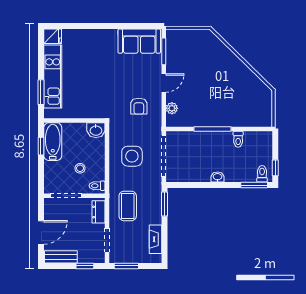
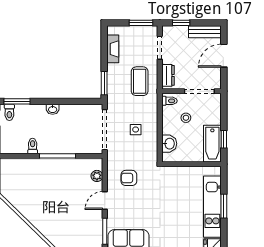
window: (41, 92) -> (224, 206), moved
armchair: (139, 106) -> (129, 178), turned -90
washbasin: (96, 130) -> (169, 144), moved, turned 90
side table: (132, 156) -> (136, 130), width x0.54, depth x0.54

